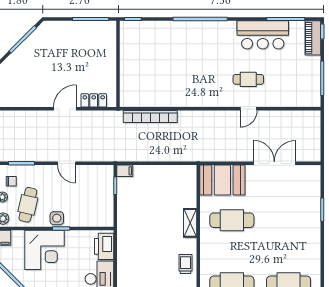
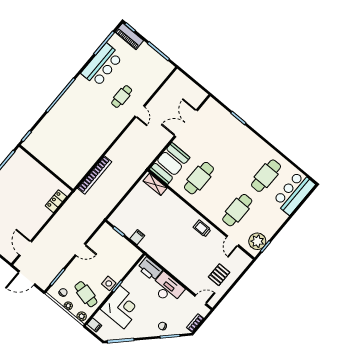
door: (65, 109) -> (25, 248), moved
filing cabinet: (125, 171) -> (137, 237), moved
shelving: (190, 223) -> (155, 184), moved

